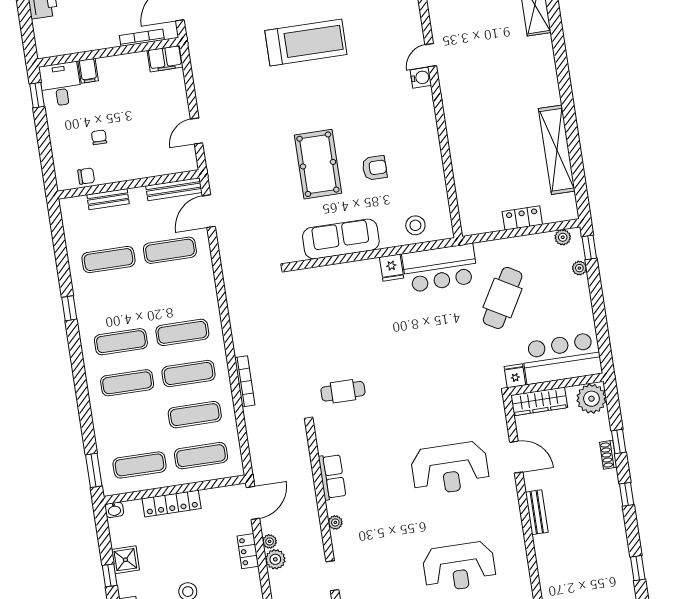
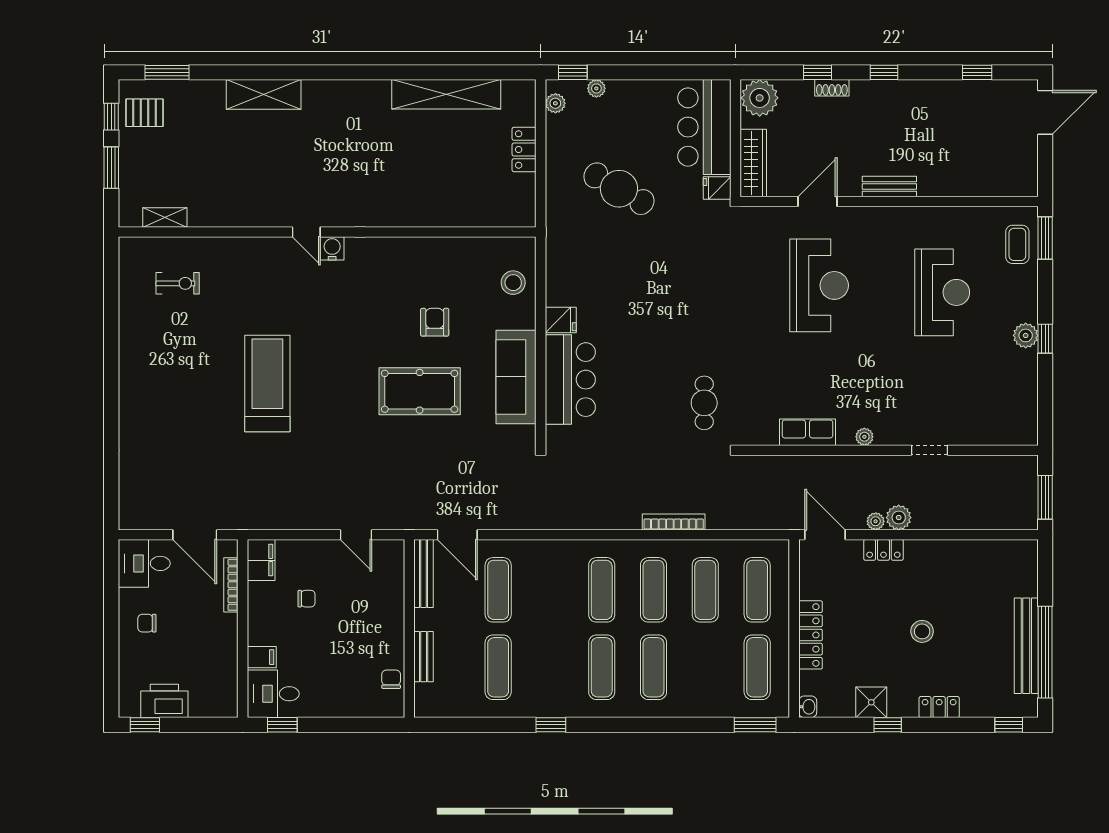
chair: (99, 137) -> (306, 599), moved, turned 180
bar counter: (440, 268) -> (570, 380), moved

